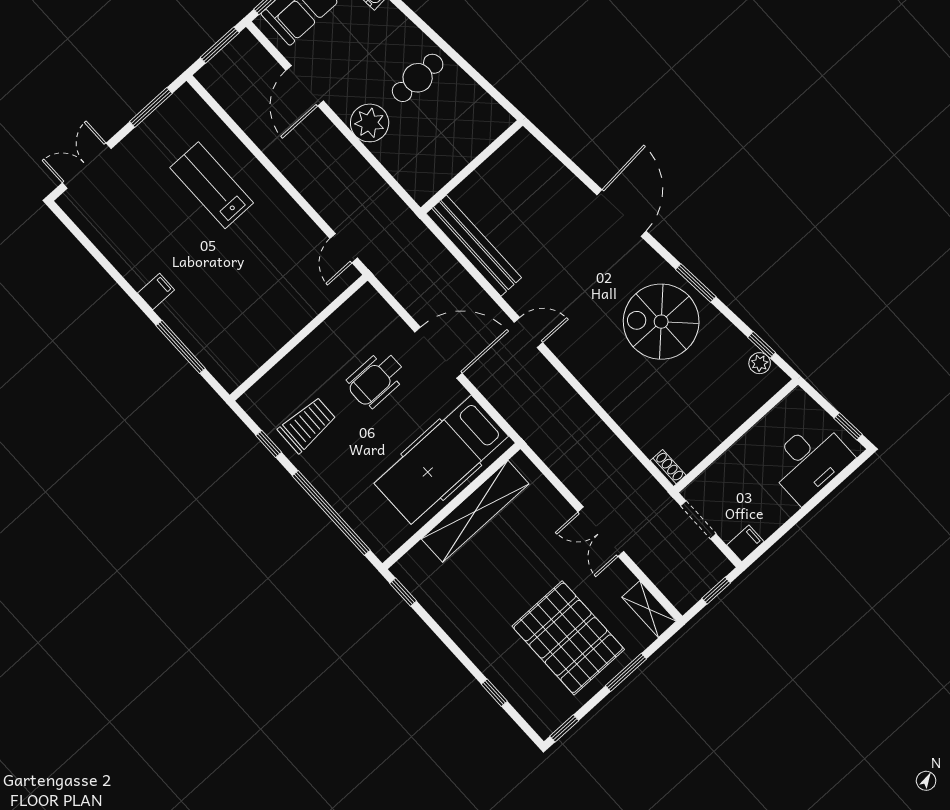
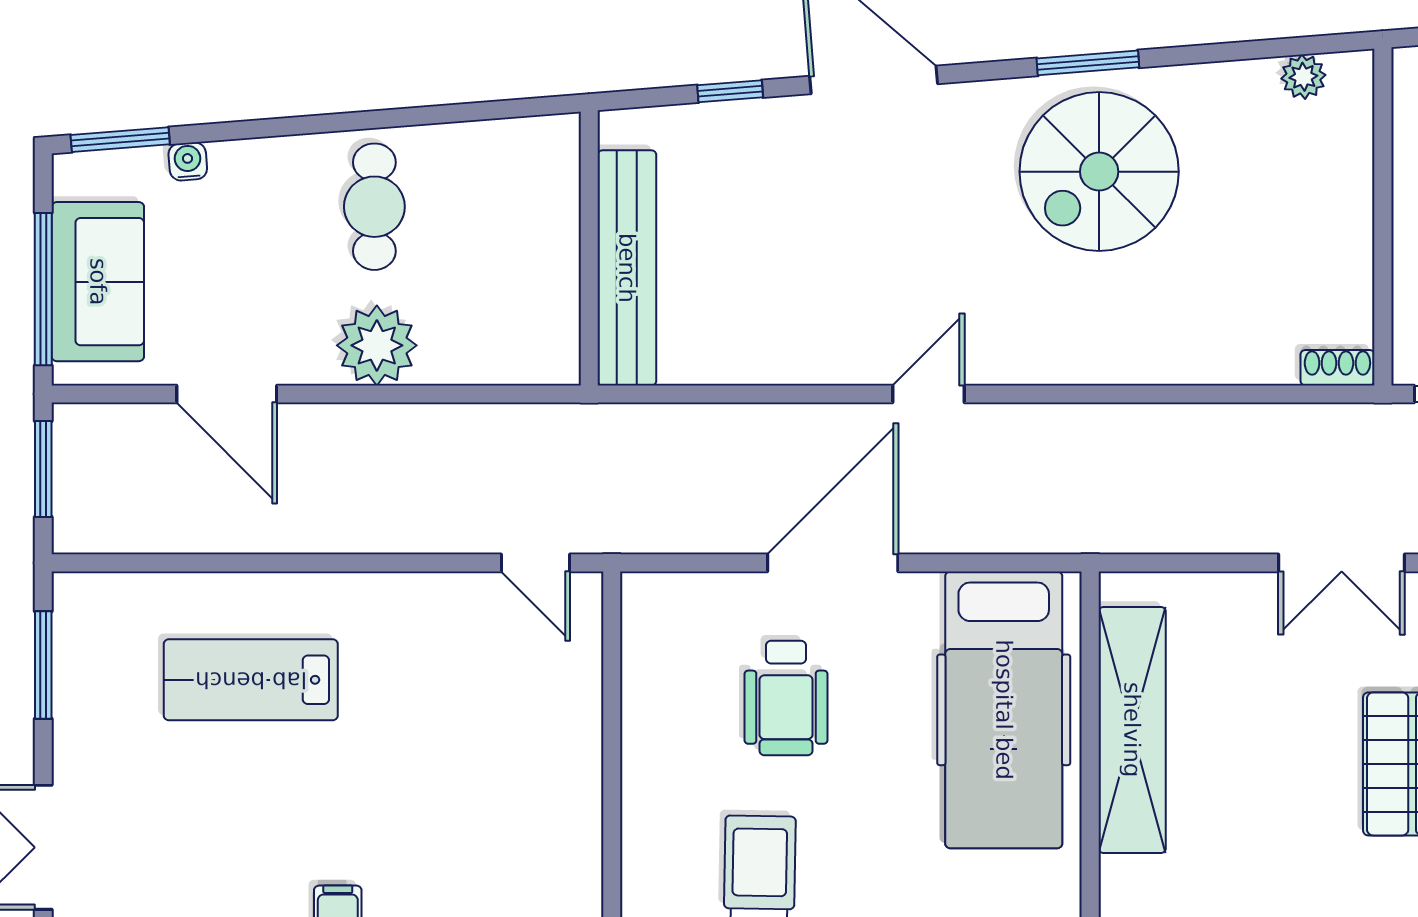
bench: (474, 246) -> (627, 268), moved, turned 90
window: (762, 345) -> (730, 91), moved

